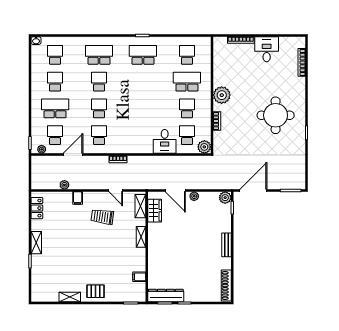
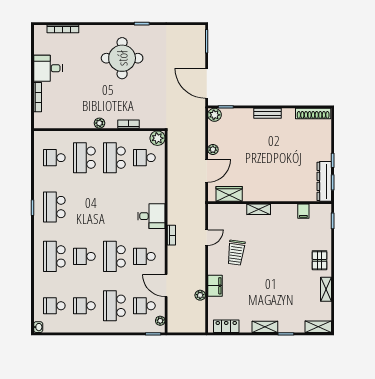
plant: (222, 95) -> (99, 123), width x0.53, depth x0.53
school desk: (99, 108) -> (114, 256), width x1.85
school desk: (187, 108) -> (114, 158), width x1.85
desk: (165, 141) -> (151, 216), moved
filing cabinet: (78, 198) -> (215, 286), width x2.00
shelving: (140, 206) -> (318, 327), moved

